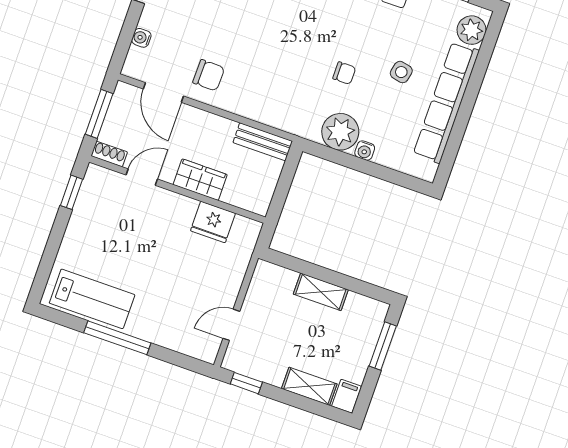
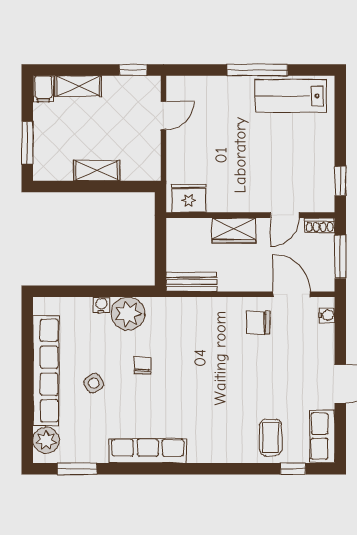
water cooler: (141, 38) -> (327, 315), moved
side table: (401, 72) -> (94, 383), turned 45
chair: (344, 73) -> (142, 365), turned 90
fridge: (213, 222) -> (189, 198), moved

